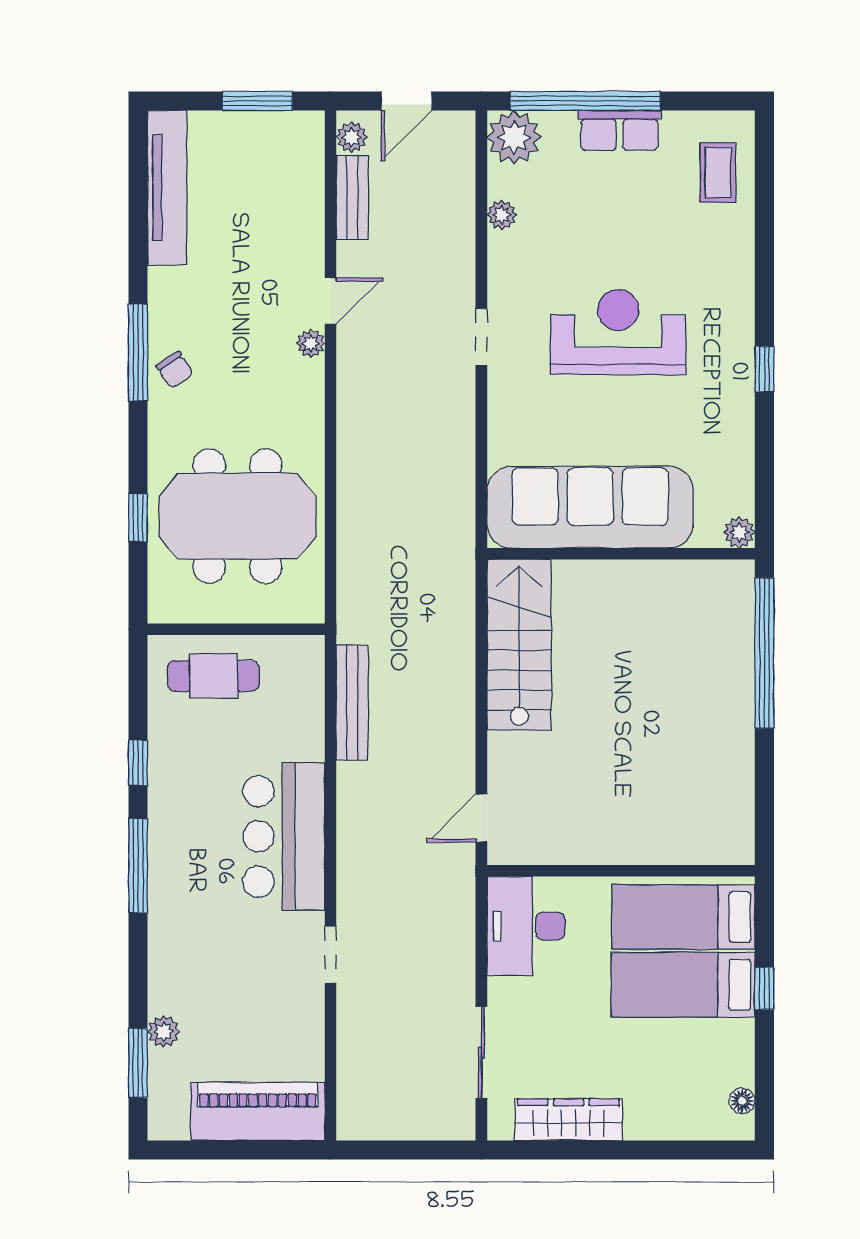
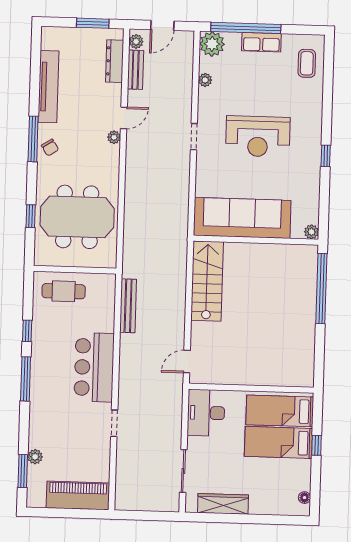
dresser: (307, 180) -> (115, 61), added
tv unit: (167, 188) -> (48, 87), moved
reception desk: (618, 332) -> (258, 136), turned 180

